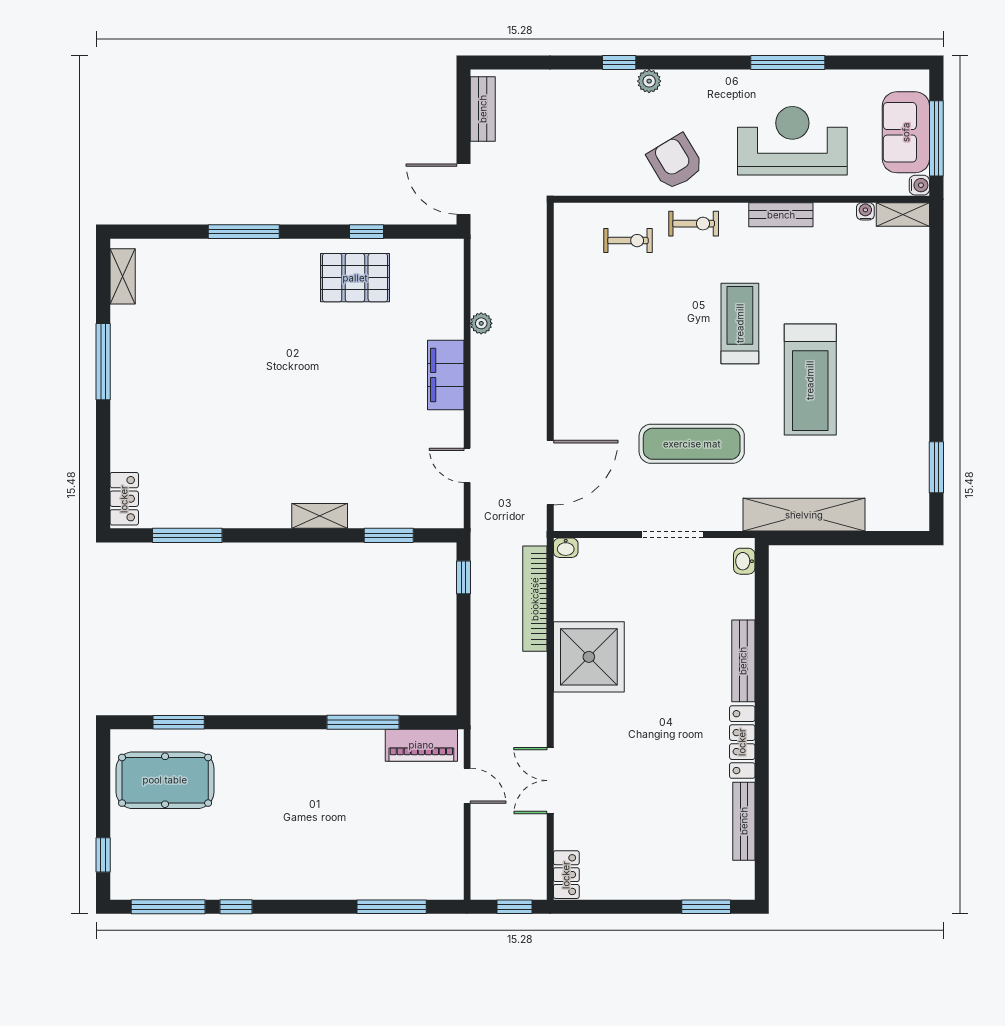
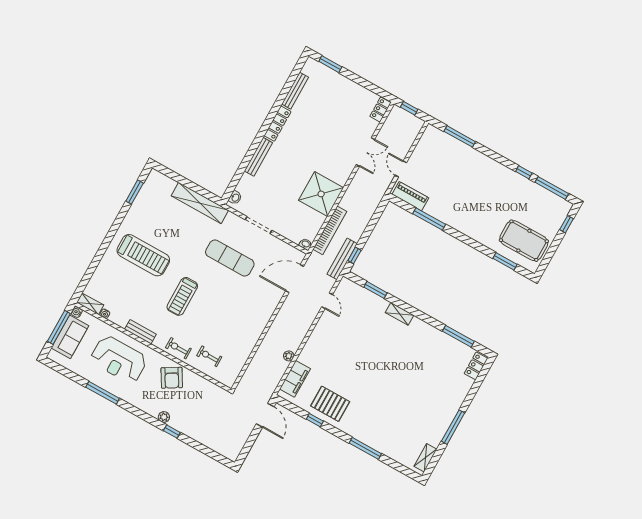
bench: (483, 109) -> (342, 259), moved, width x1.36
filing cabinet: (446, 375) -> (295, 379), moved
treadmill: (810, 380) -> (143, 255), moved, turned 90

